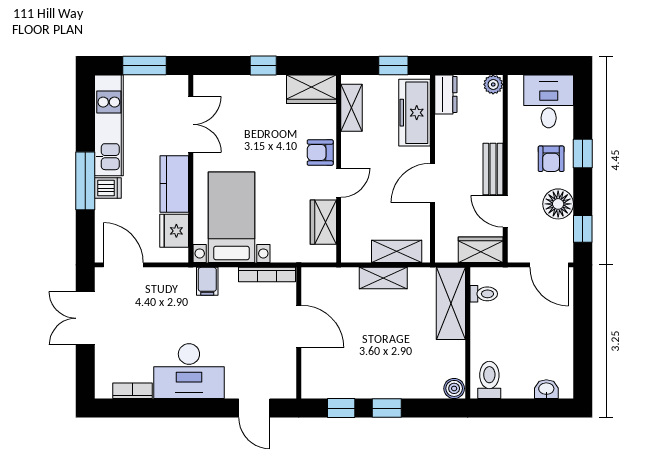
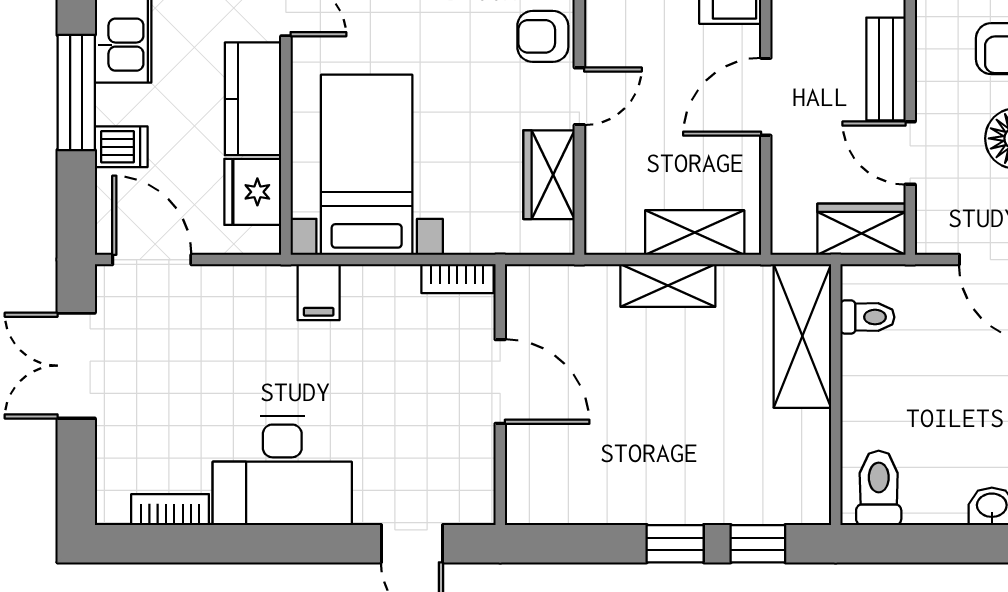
dishwasher: (108, 188) -> (121, 147), moved
bookcase: (267, 275) -> (457, 279), width x0.64
boiler: (454, 388) -> (809, 505), removed
window: (341, 408) -> (758, 544), moved

